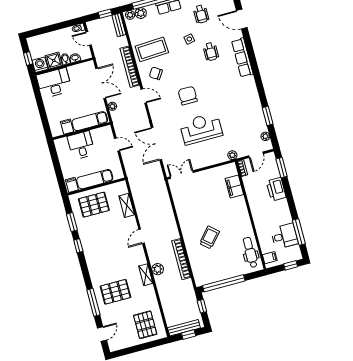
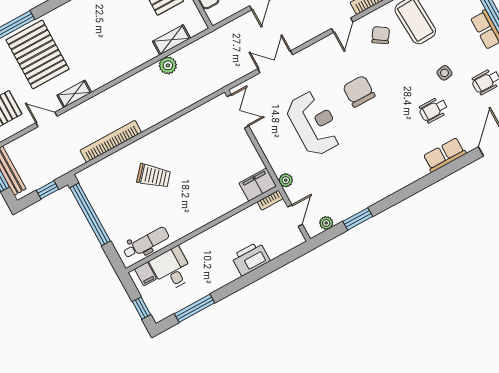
row of seats: (242, 58) -> (444, 155), width x0.68
chair: (188, 96) -> (359, 91), turned -90
double door: (156, 144) -> (275, 62), width x0.73
door: (256, 155) -> (295, 216), swing flipped
window: (282, 168) -> (285, 259), removed
filing cabinet: (234, 187) -> (258, 185), moved
door: (142, 236) -> (47, 119), moved
desk: (284, 236) -> (172, 269), moved, turned 180
plant: (158, 269) -> (168, 65), moved
pallet: (115, 292) -> (38, 54), width x1.37, depth x1.41

